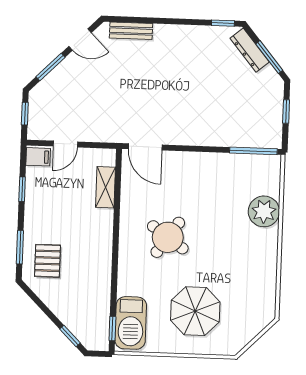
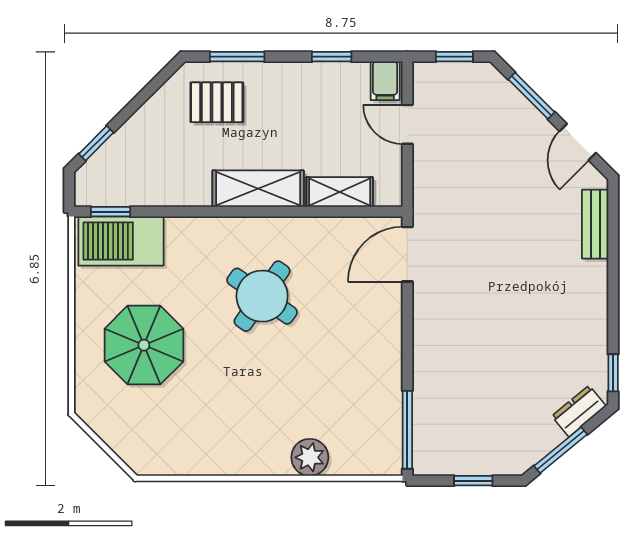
dresser: (250, 50) -> (579, 411), width x0.70
plant: (264, 211) -> (310, 457), width x0.73, depth x0.73
shelving: (102, 237) -> (258, 189), added

